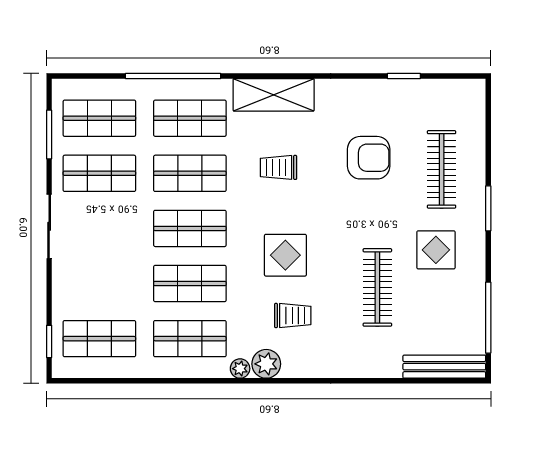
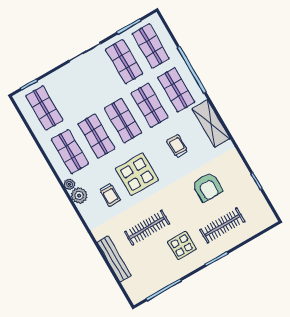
display table: (285, 255) -> (137, 174), width x1.36, depth x1.36
bench: (444, 367) -> (114, 259), moved

